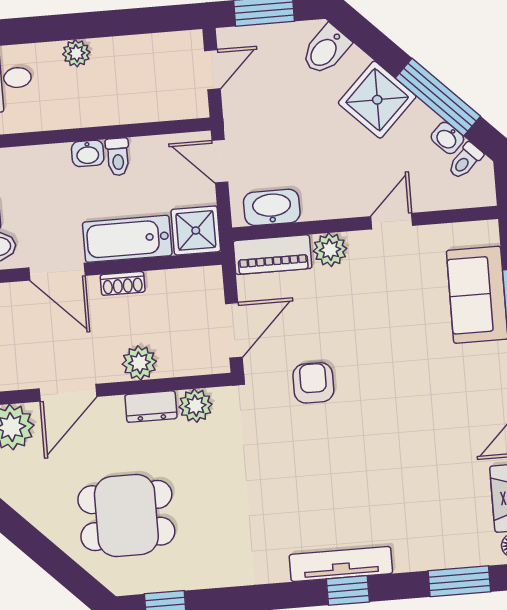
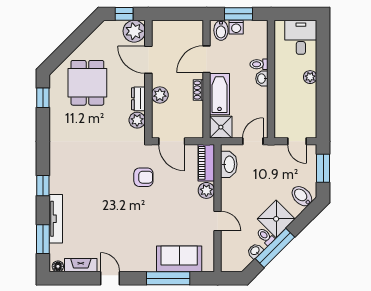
toilet: (118, 157) -> (259, 64), moved
toilet: (465, 161) -> (265, 236), moved
tv unit: (341, 564) -> (56, 219), moved

